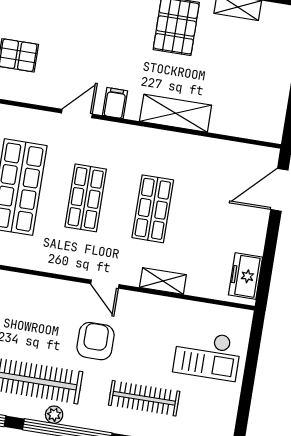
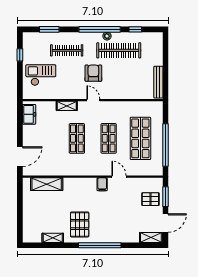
shelving: (176, 113) -> (47, 184), moved
door: (77, 114) -> (119, 177), swing flipped
armchair: (96, 341) -> (93, 73), turned 180
window: (245, 405) -> (20, 55), added

